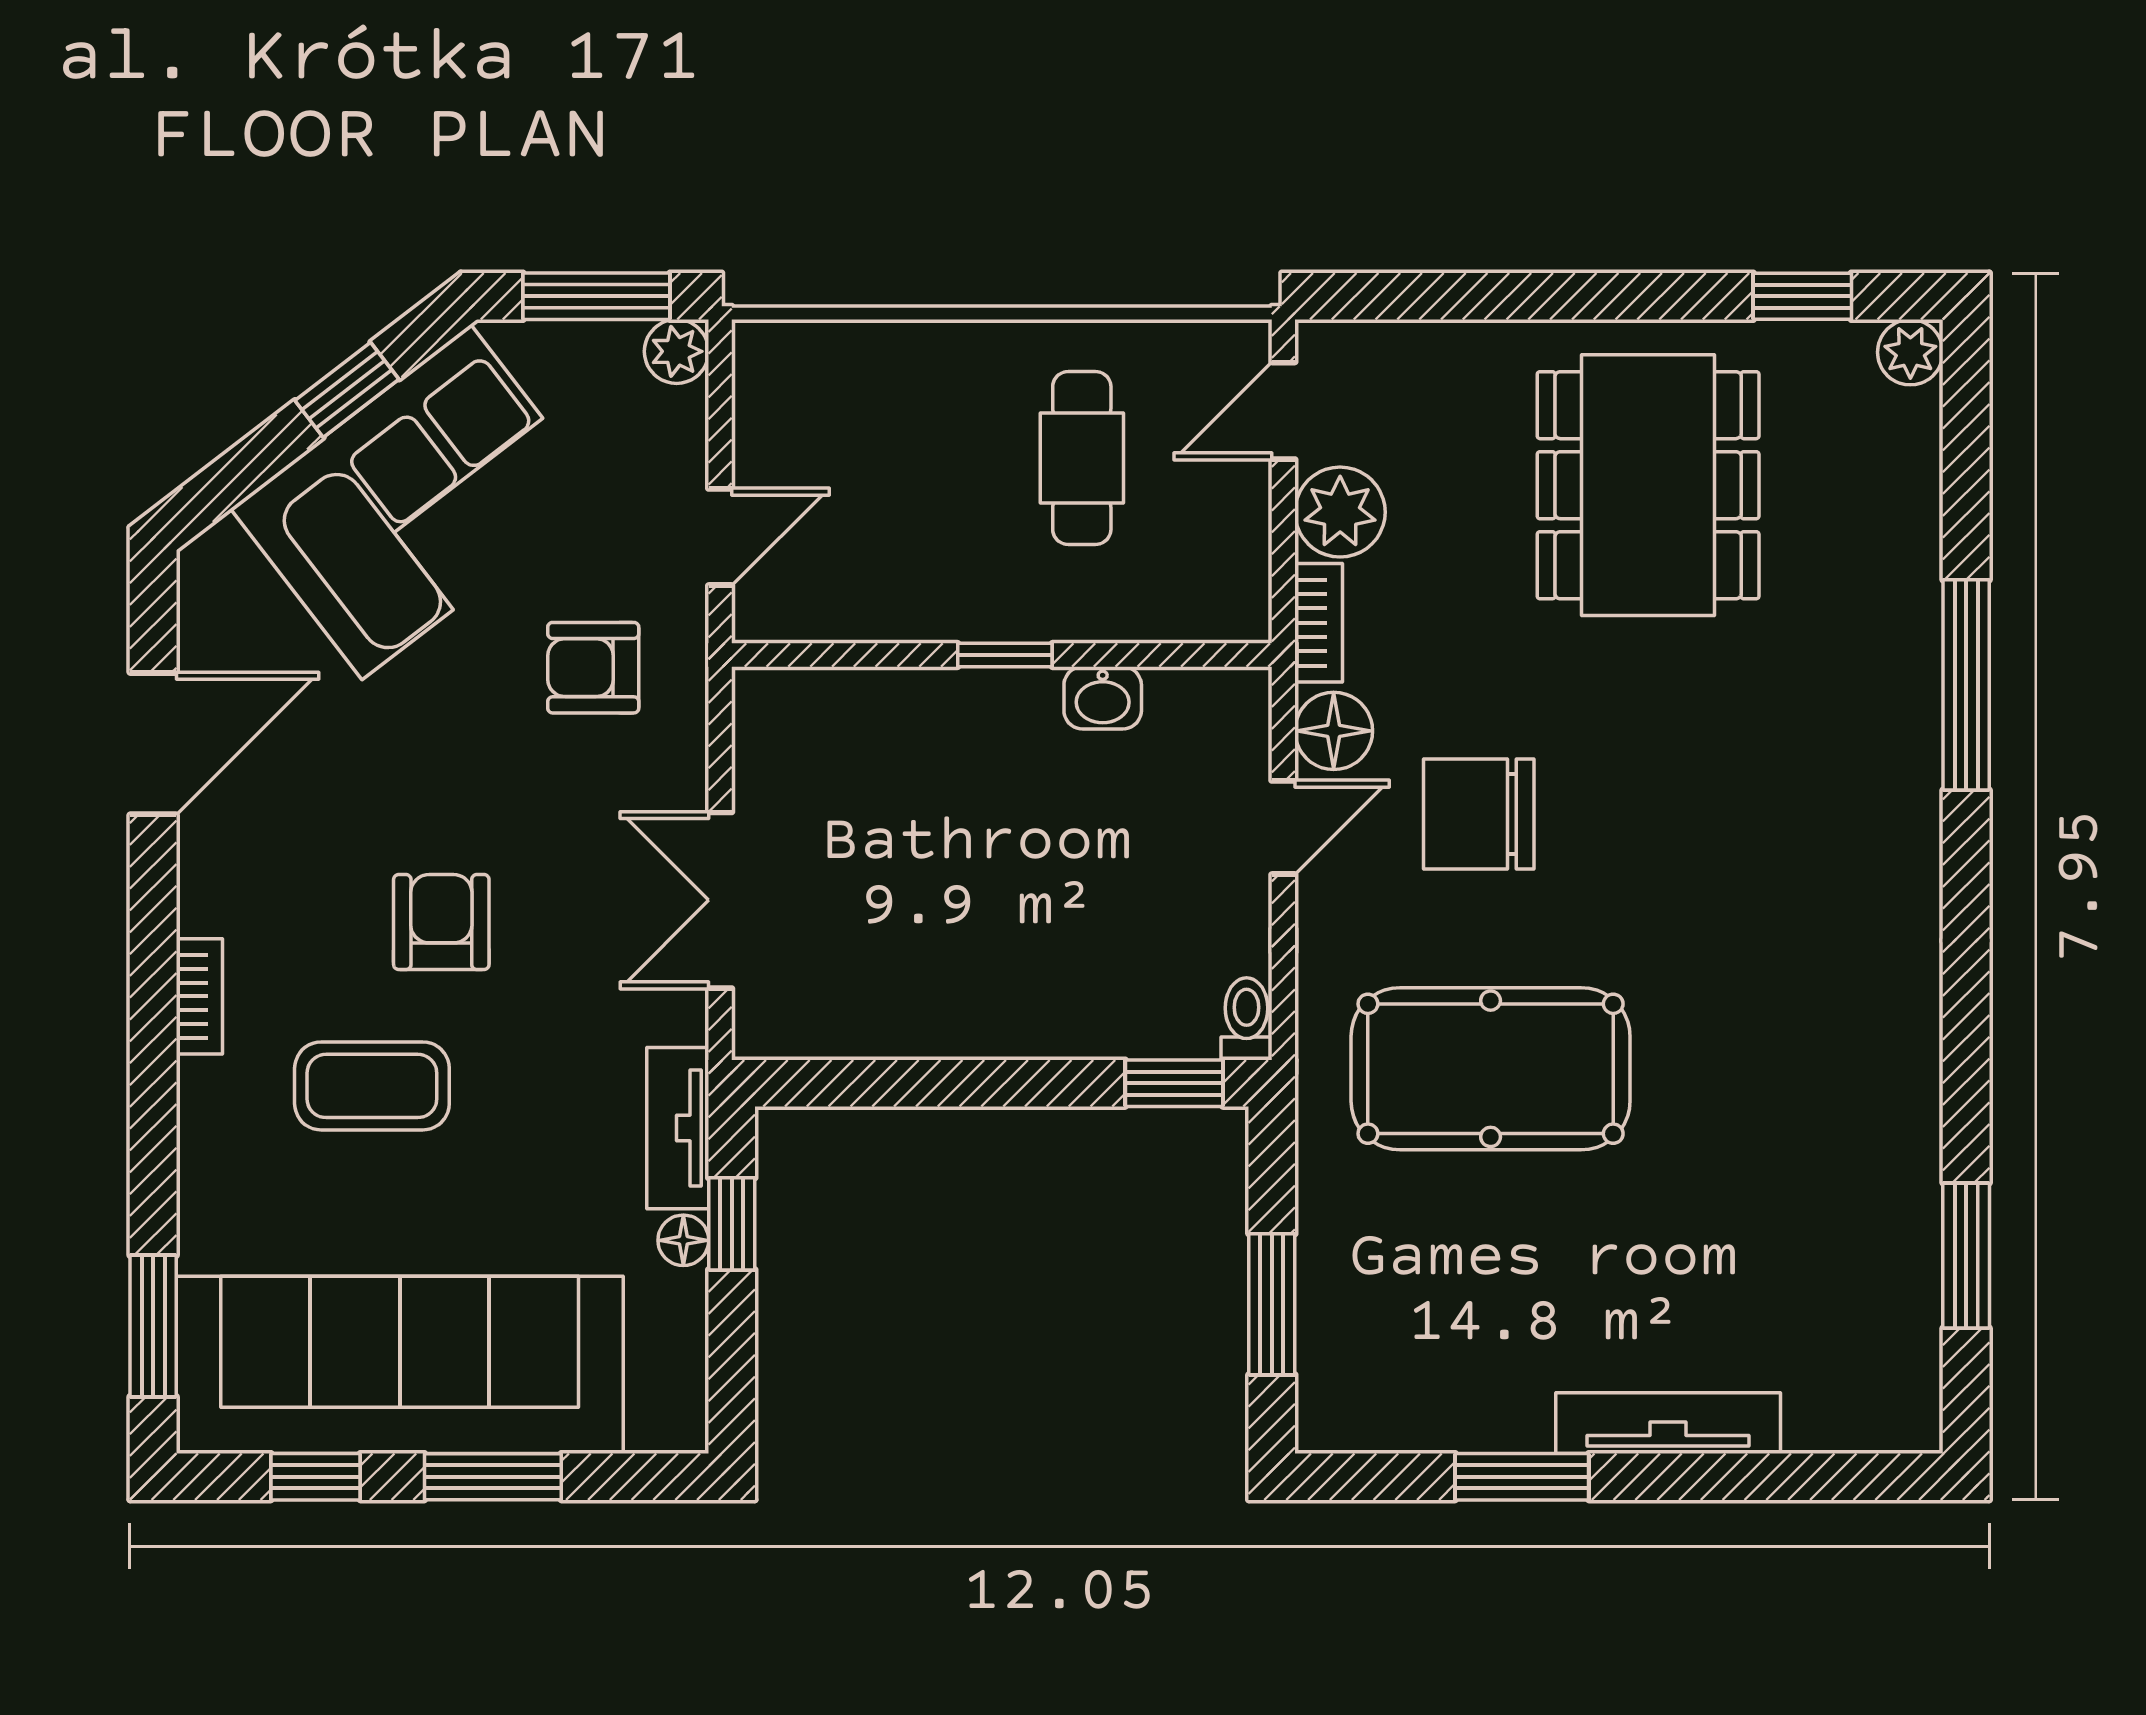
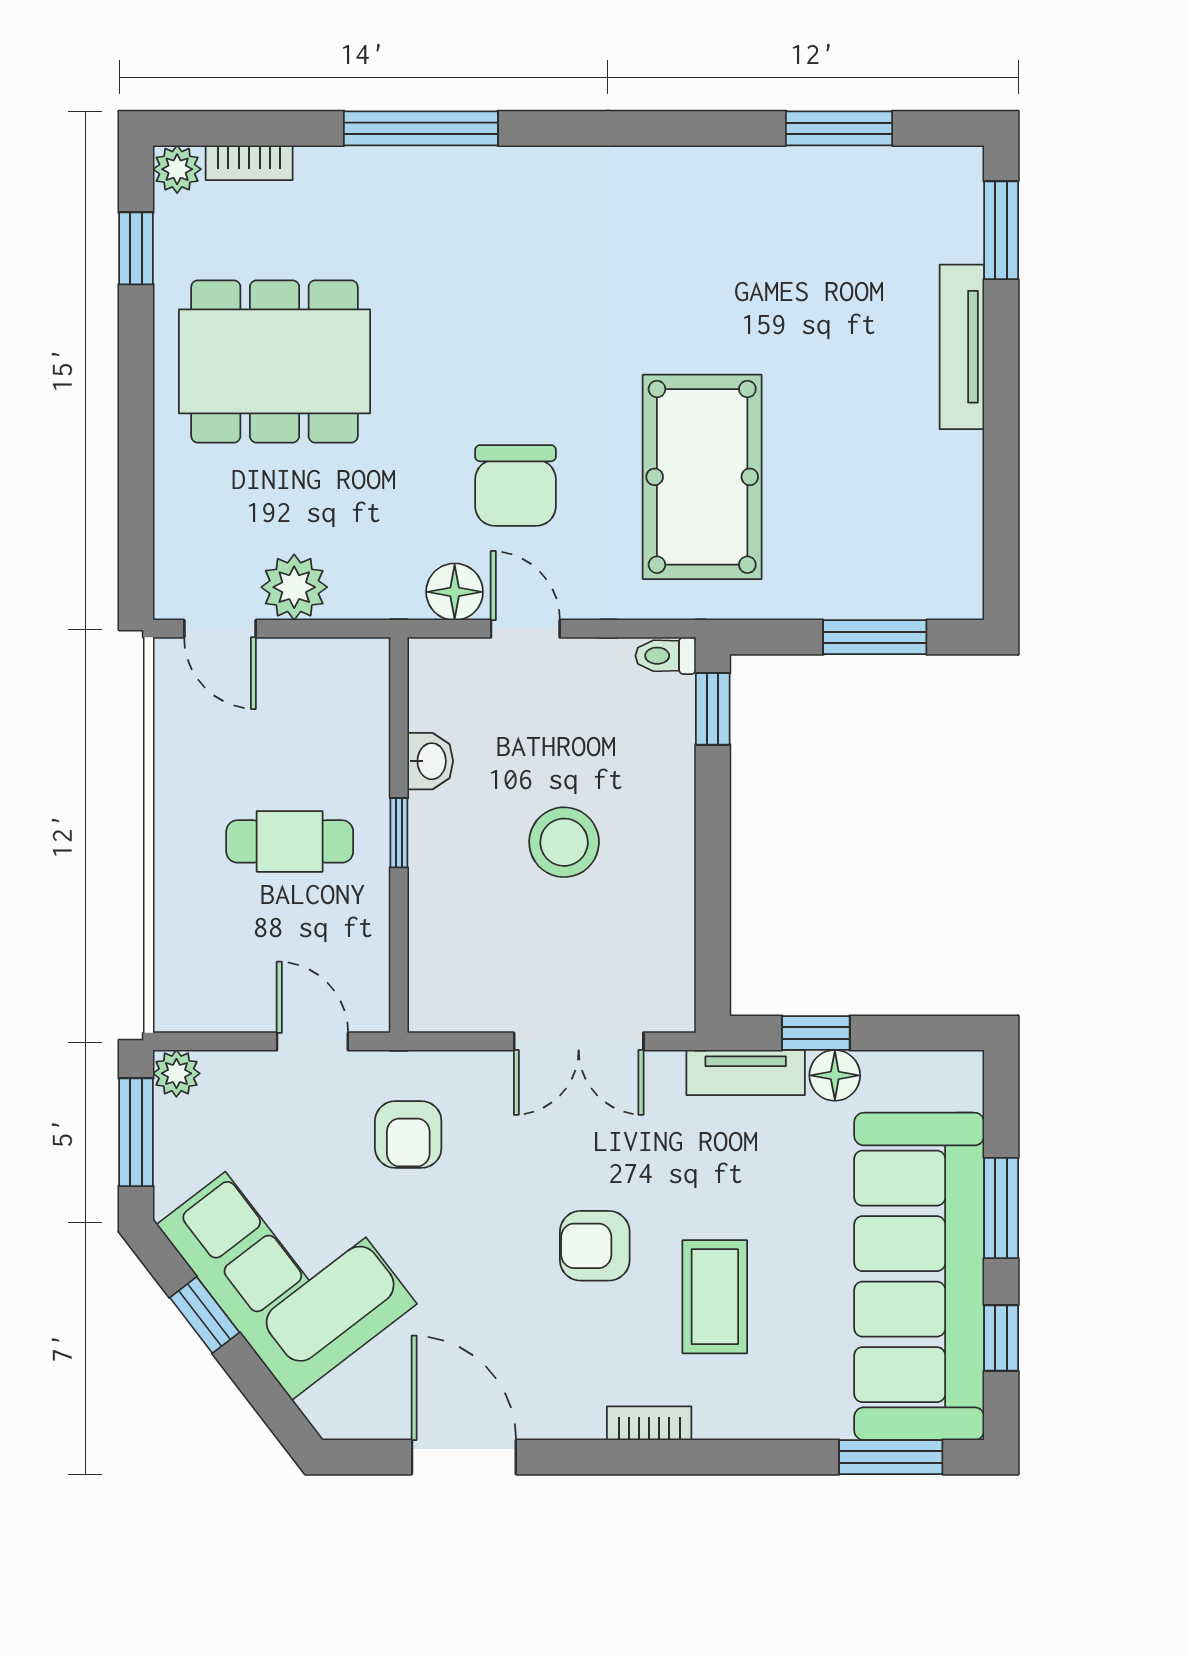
cafe table: (1082, 458) -> (290, 841), moved
bookcase: (1319, 623) -> (249, 163), moved, turned 180
stool: (992, 880) -> (564, 842), added
floor lamp: (683, 1240) -> (835, 1075), width x1.37, depth x1.37
window: (1522, 1477) -> (1001, 230), moved

